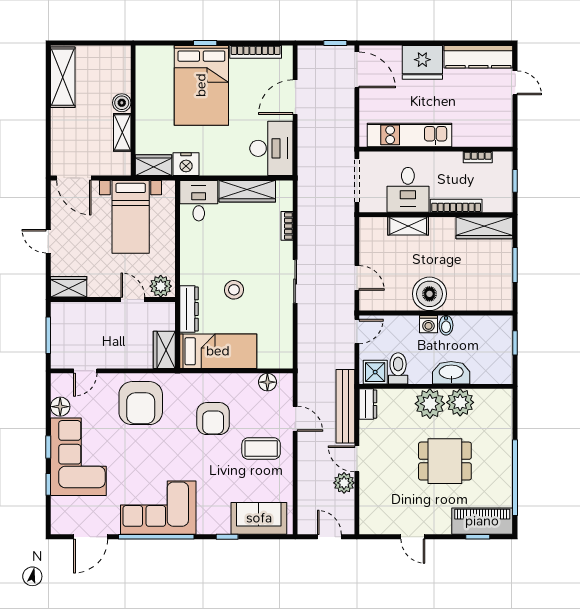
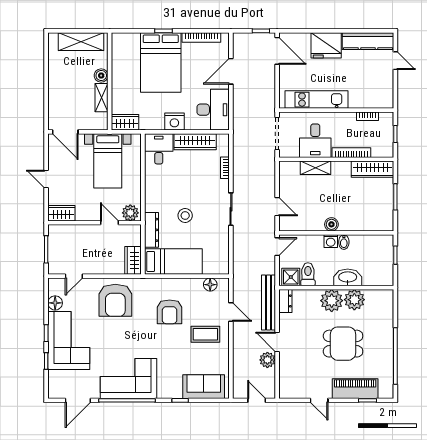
shelving: (63, 77) -> (81, 42), moved, turned 90
nightstand: (186, 164) -> (174, 121), moved
boiler: (429, 294) -> (331, 224), width x0.54, depth x0.54
piano: (482, 521) -> (355, 389), moved

